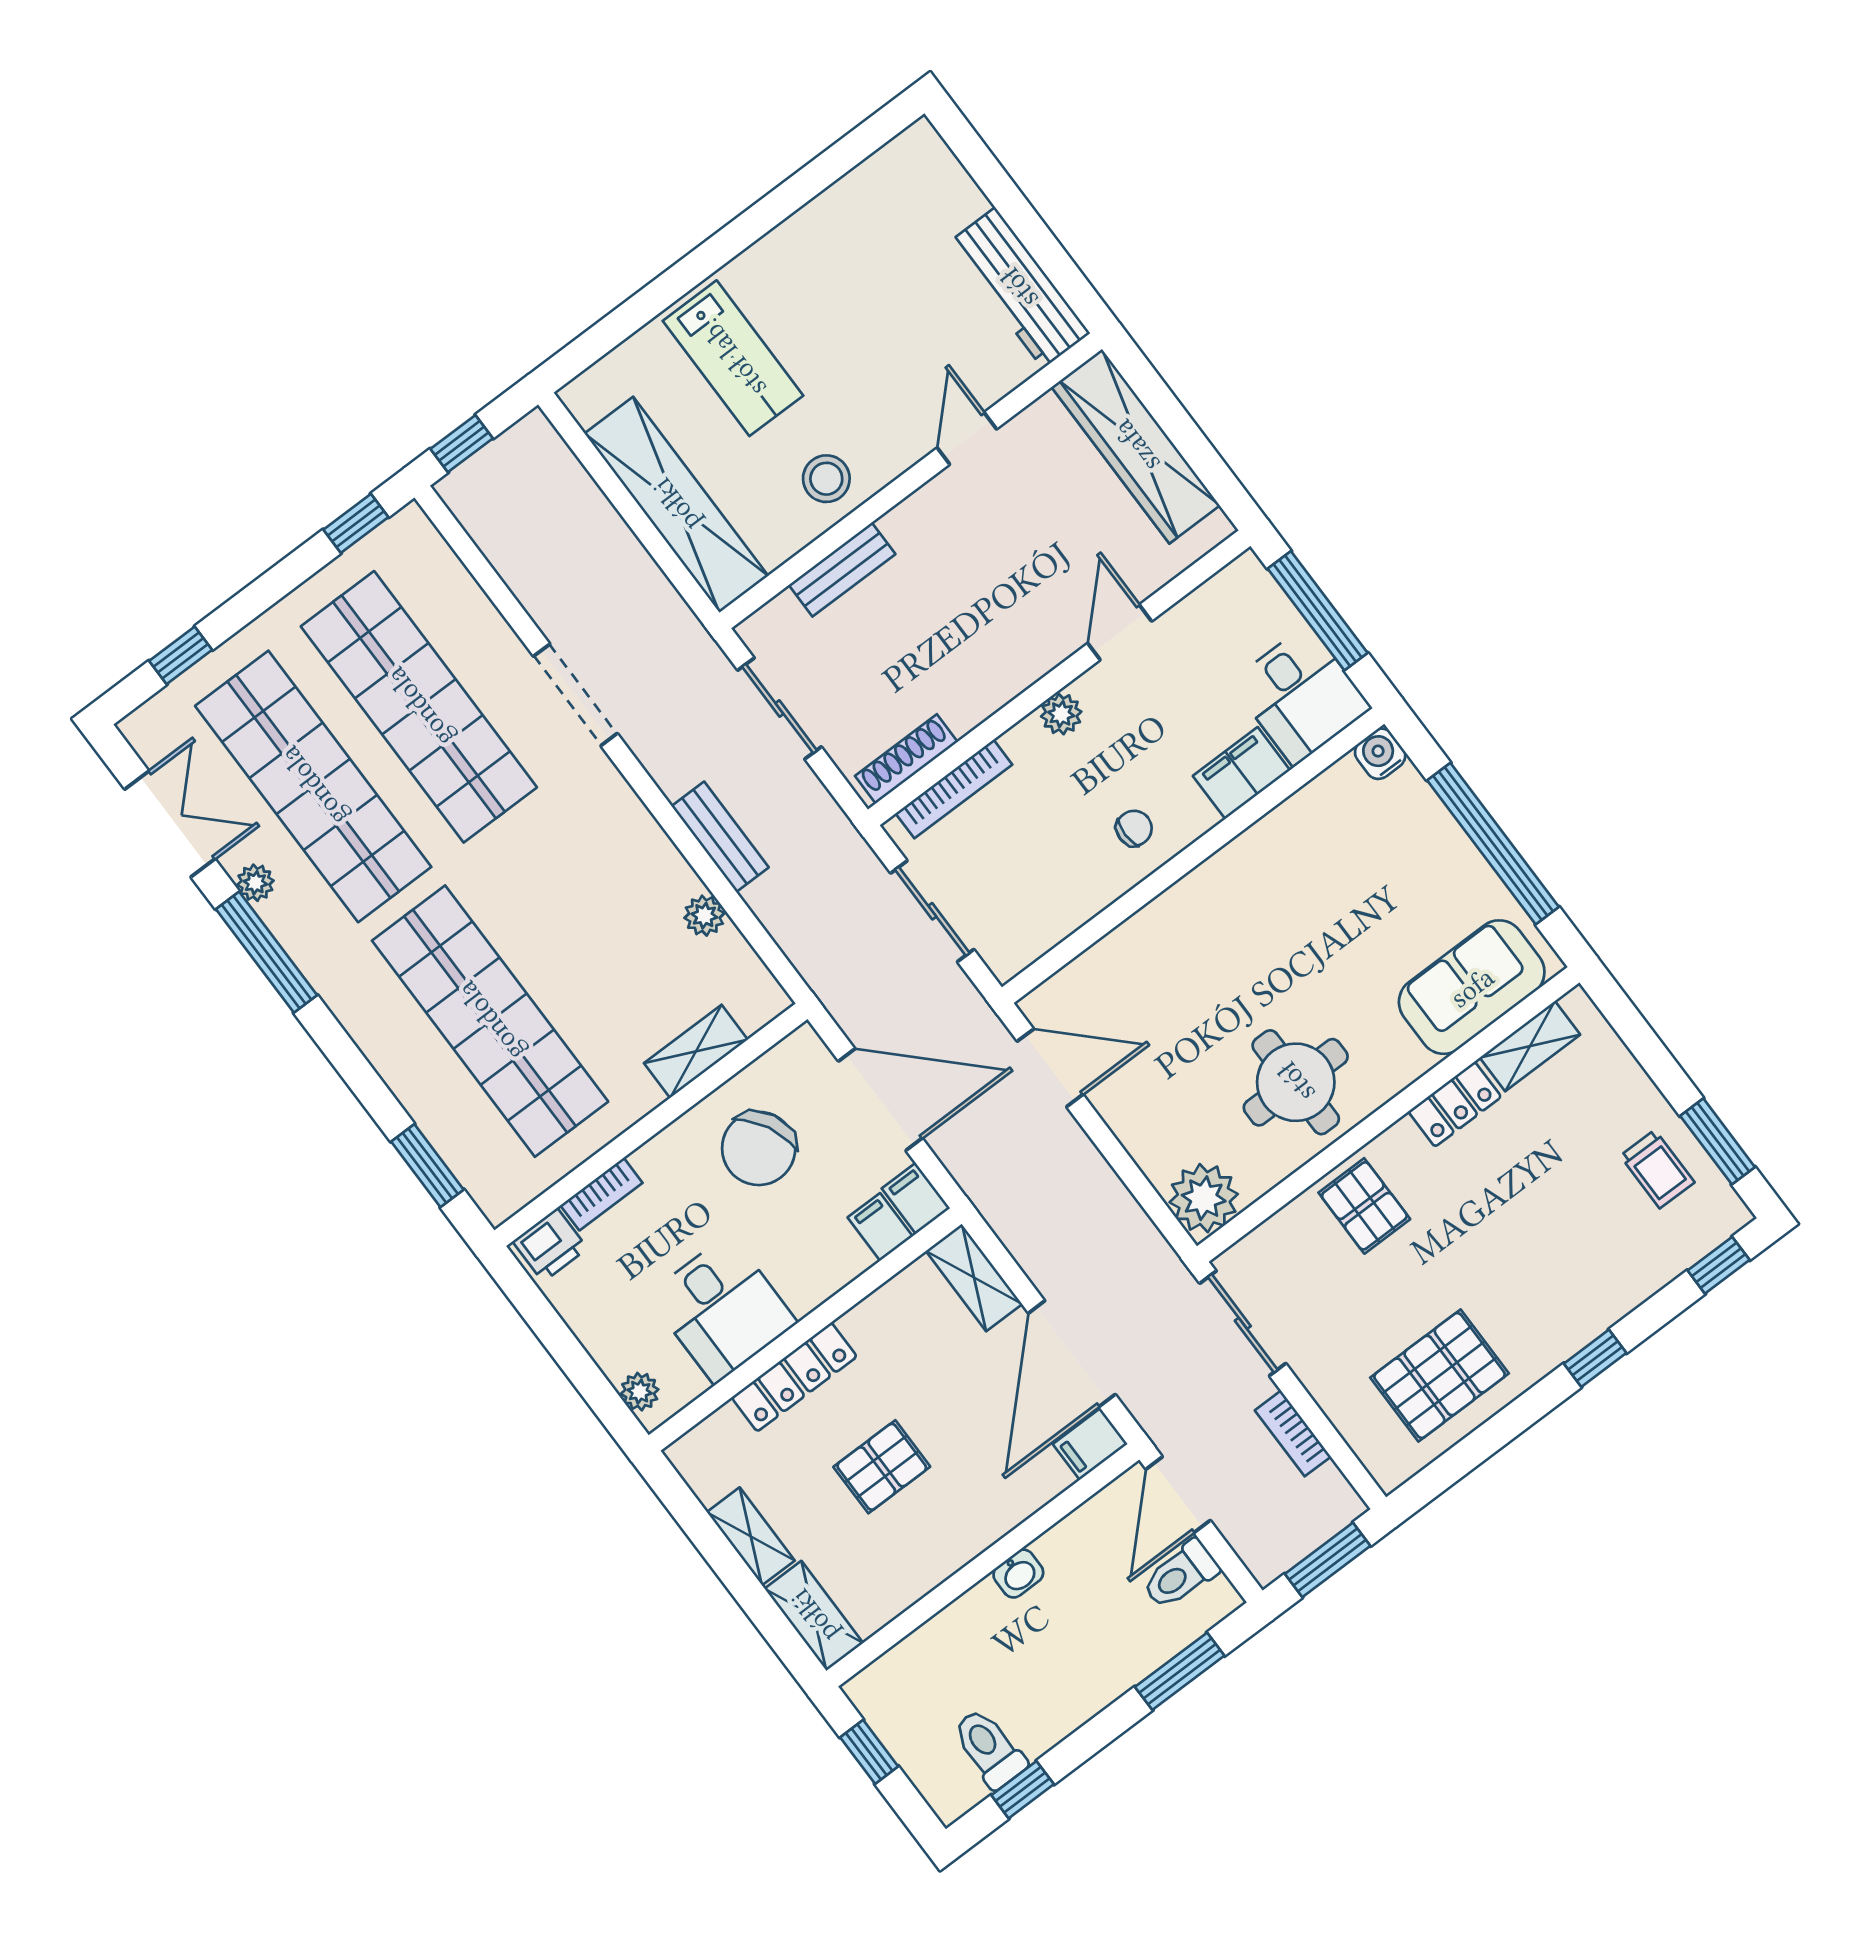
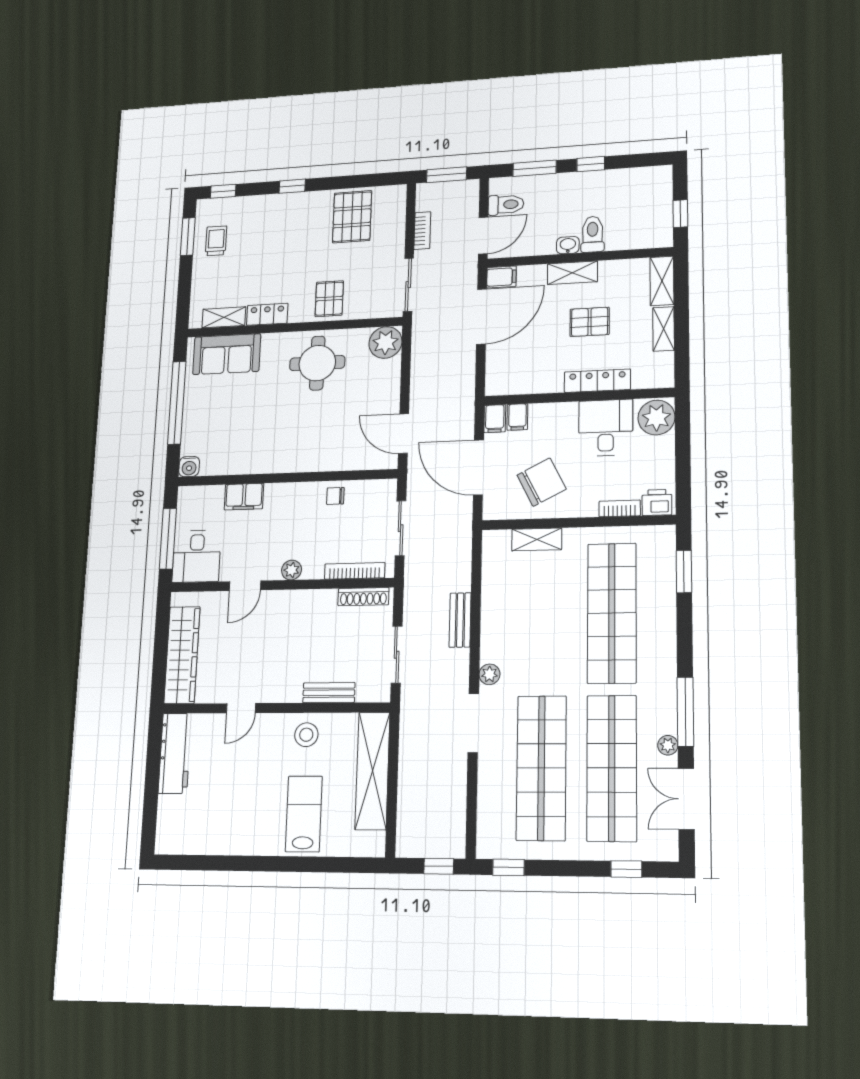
desk: (1301, 695) -> (197, 556), moved, turned 180
chair: (1134, 828) -> (335, 496), moved
plant: (704, 916) -> (490, 674), moved
shelving: (974, 1278) -> (572, 273), moved, turned 90
pallet: (1440, 1376) -> (352, 217), turned 90
plant: (640, 1392) -> (656, 418), width x1.87, depth x1.87
toilet: (989, 1748) -> (593, 234), moved, turned 180
window: (1023, 1790) -> (591, 164), moved

